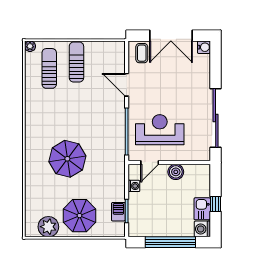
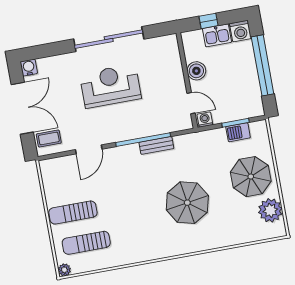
reception desk: (160, 130) -> (110, 86), moved, turned 90
bench: (120, 142) -> (156, 145), added
door: (150, 162) -> (191, 103), moved
wall: (169, 162) -> (187, 80), moved
boiler: (176, 172) -> (196, 71), moved

